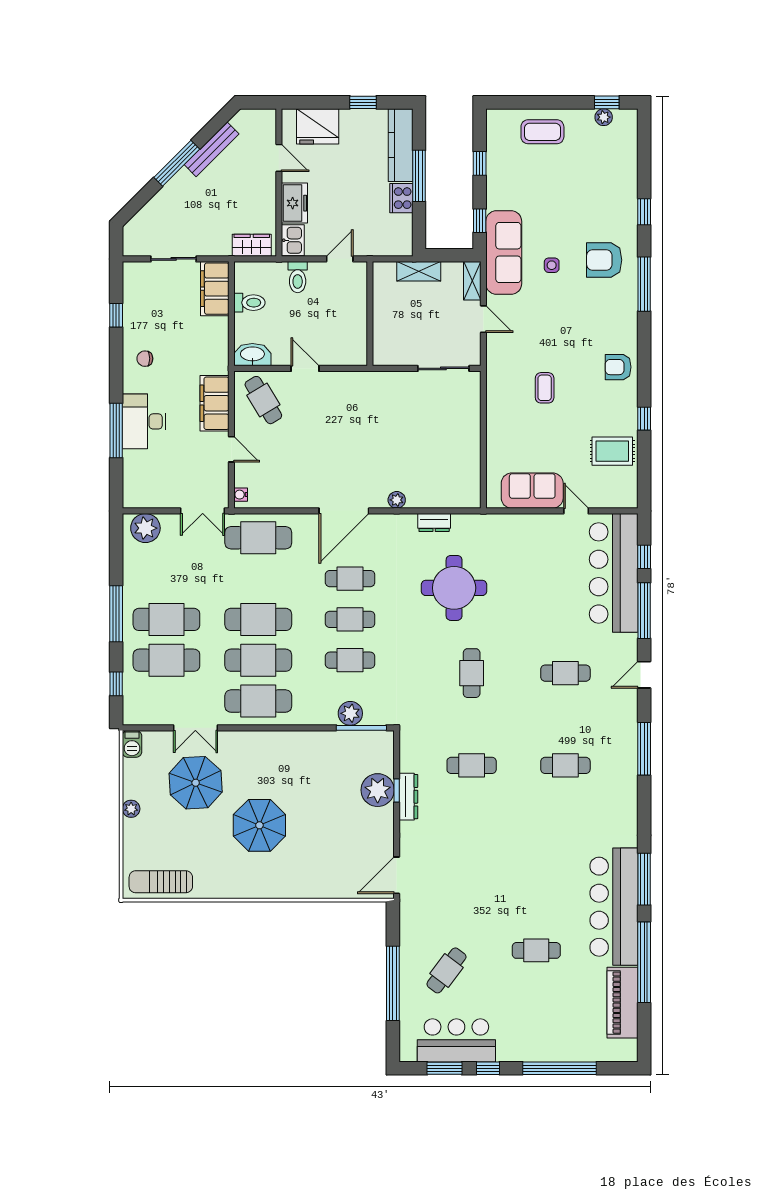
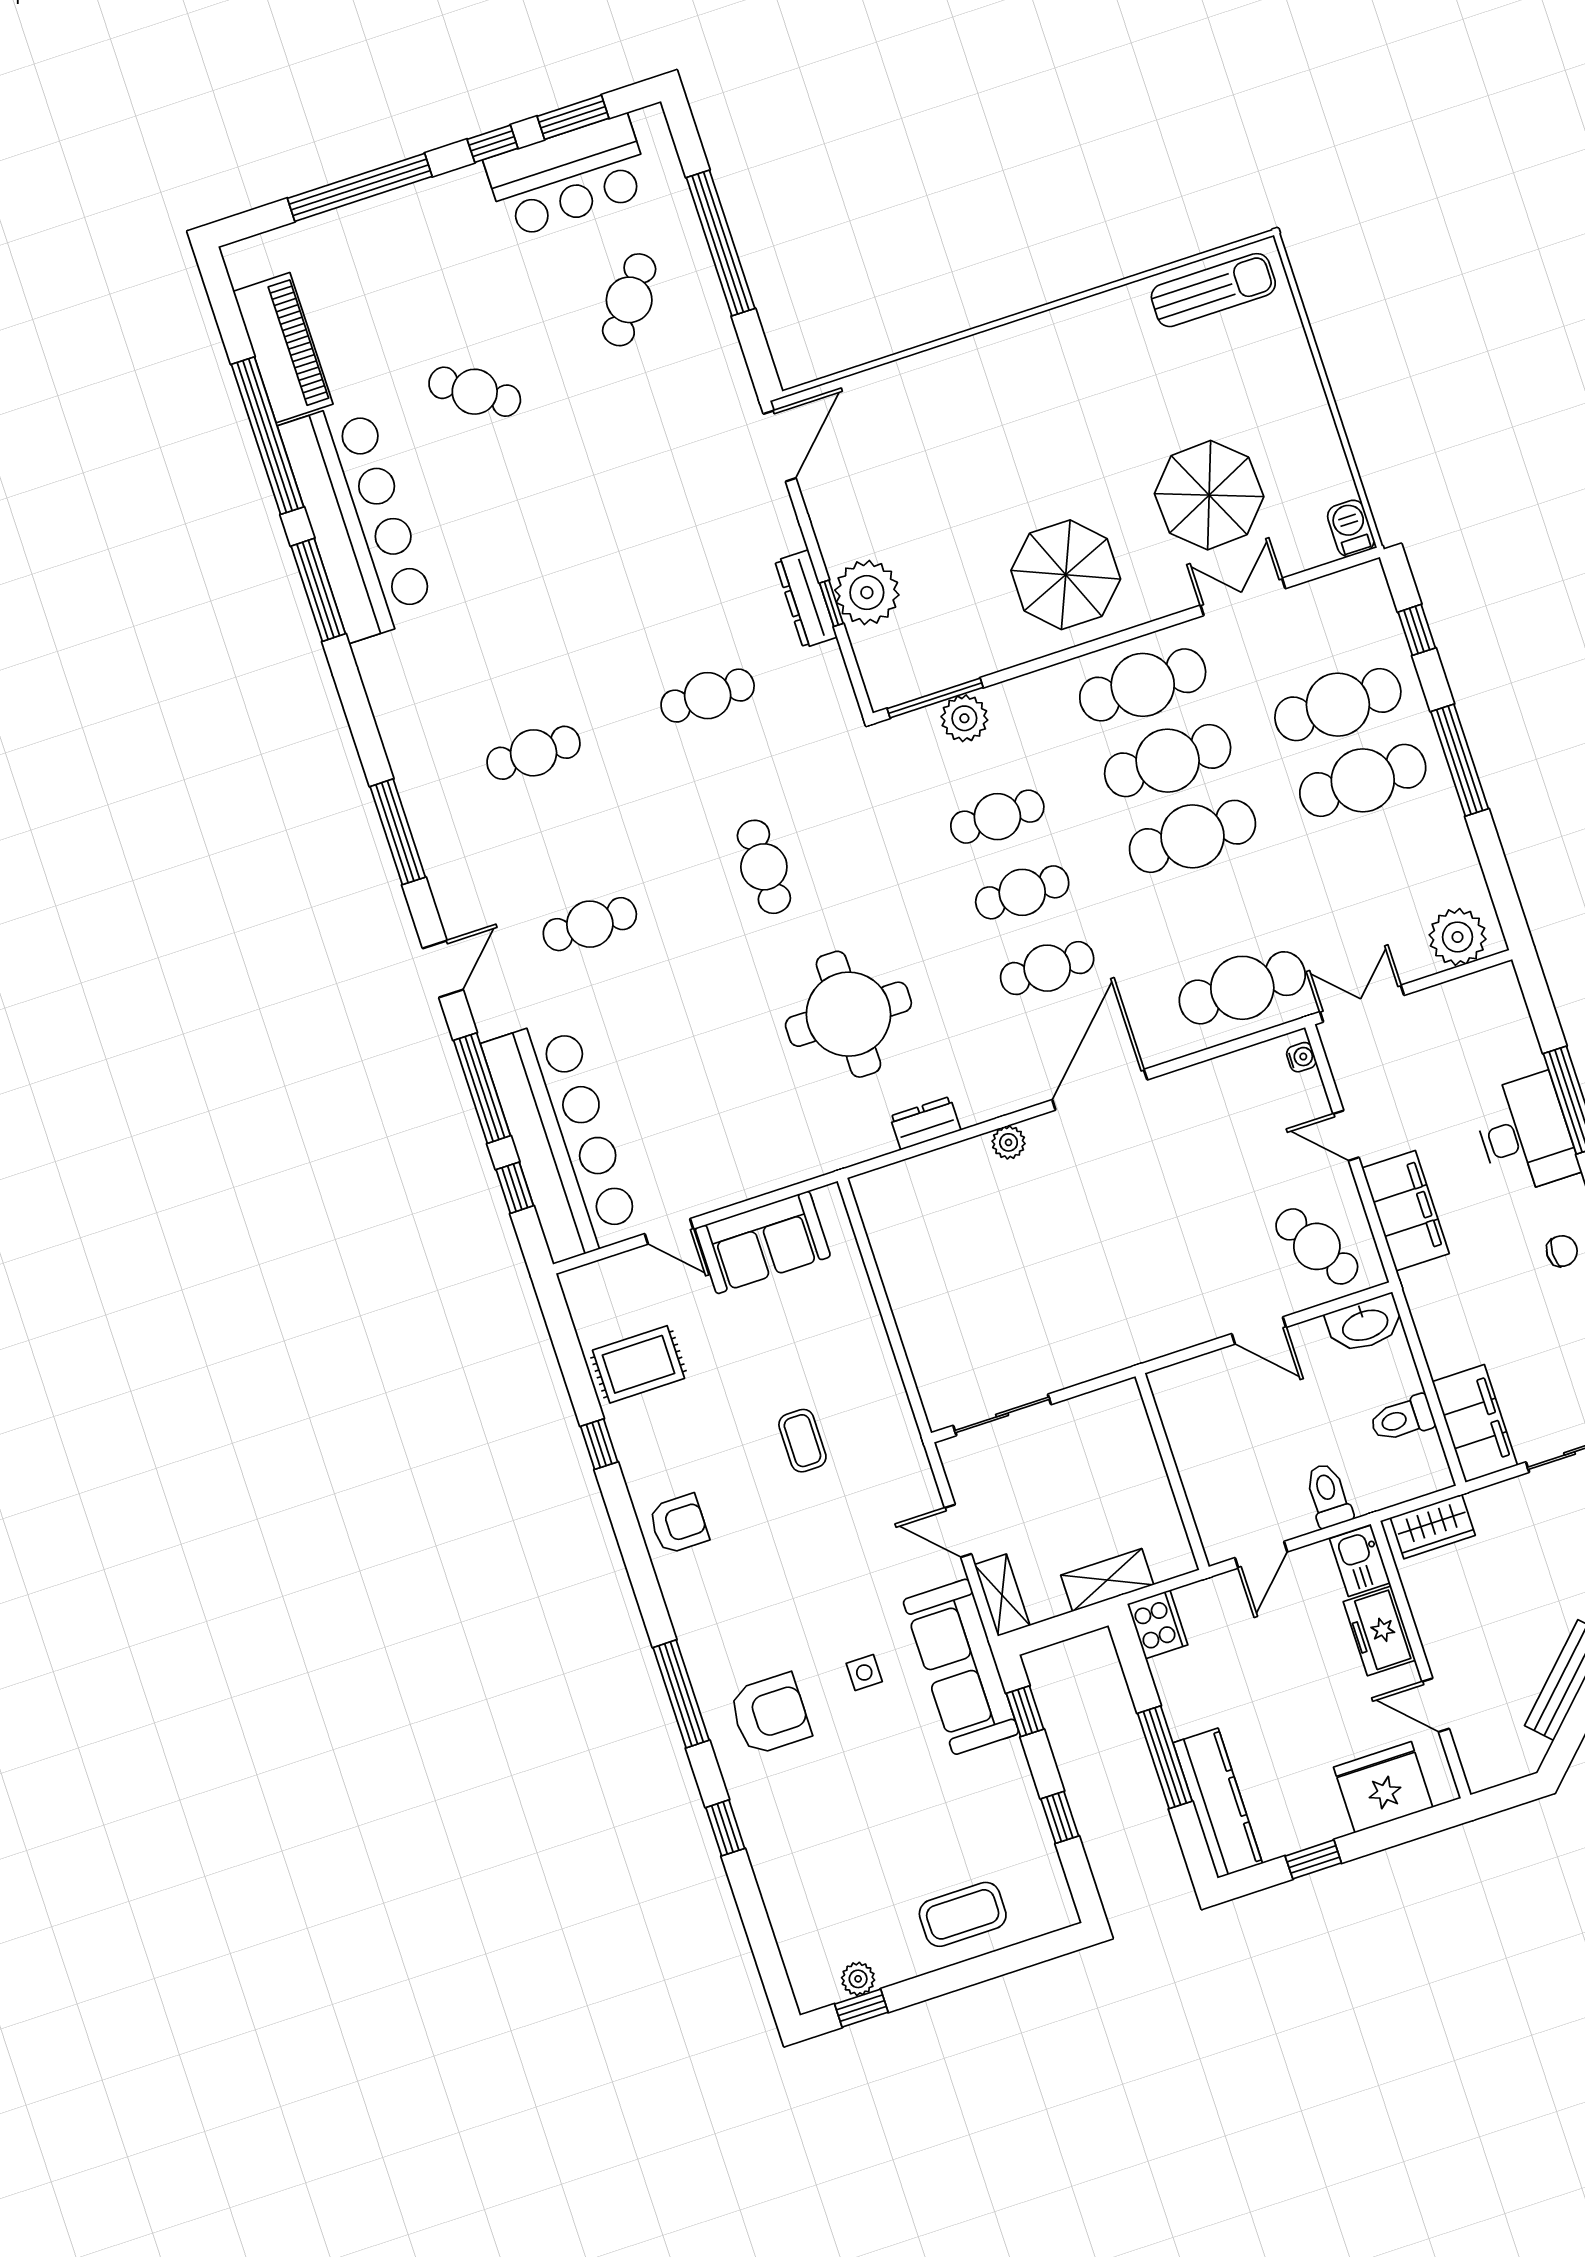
cooker: (401, 198) -> (1158, 1624), moved
plant: (131, 809) -> (1313, 407), removed
parasol: (259, 825) -> (1066, 575), moved
cafe table: (536, 950) -> (475, 392), turned 34

